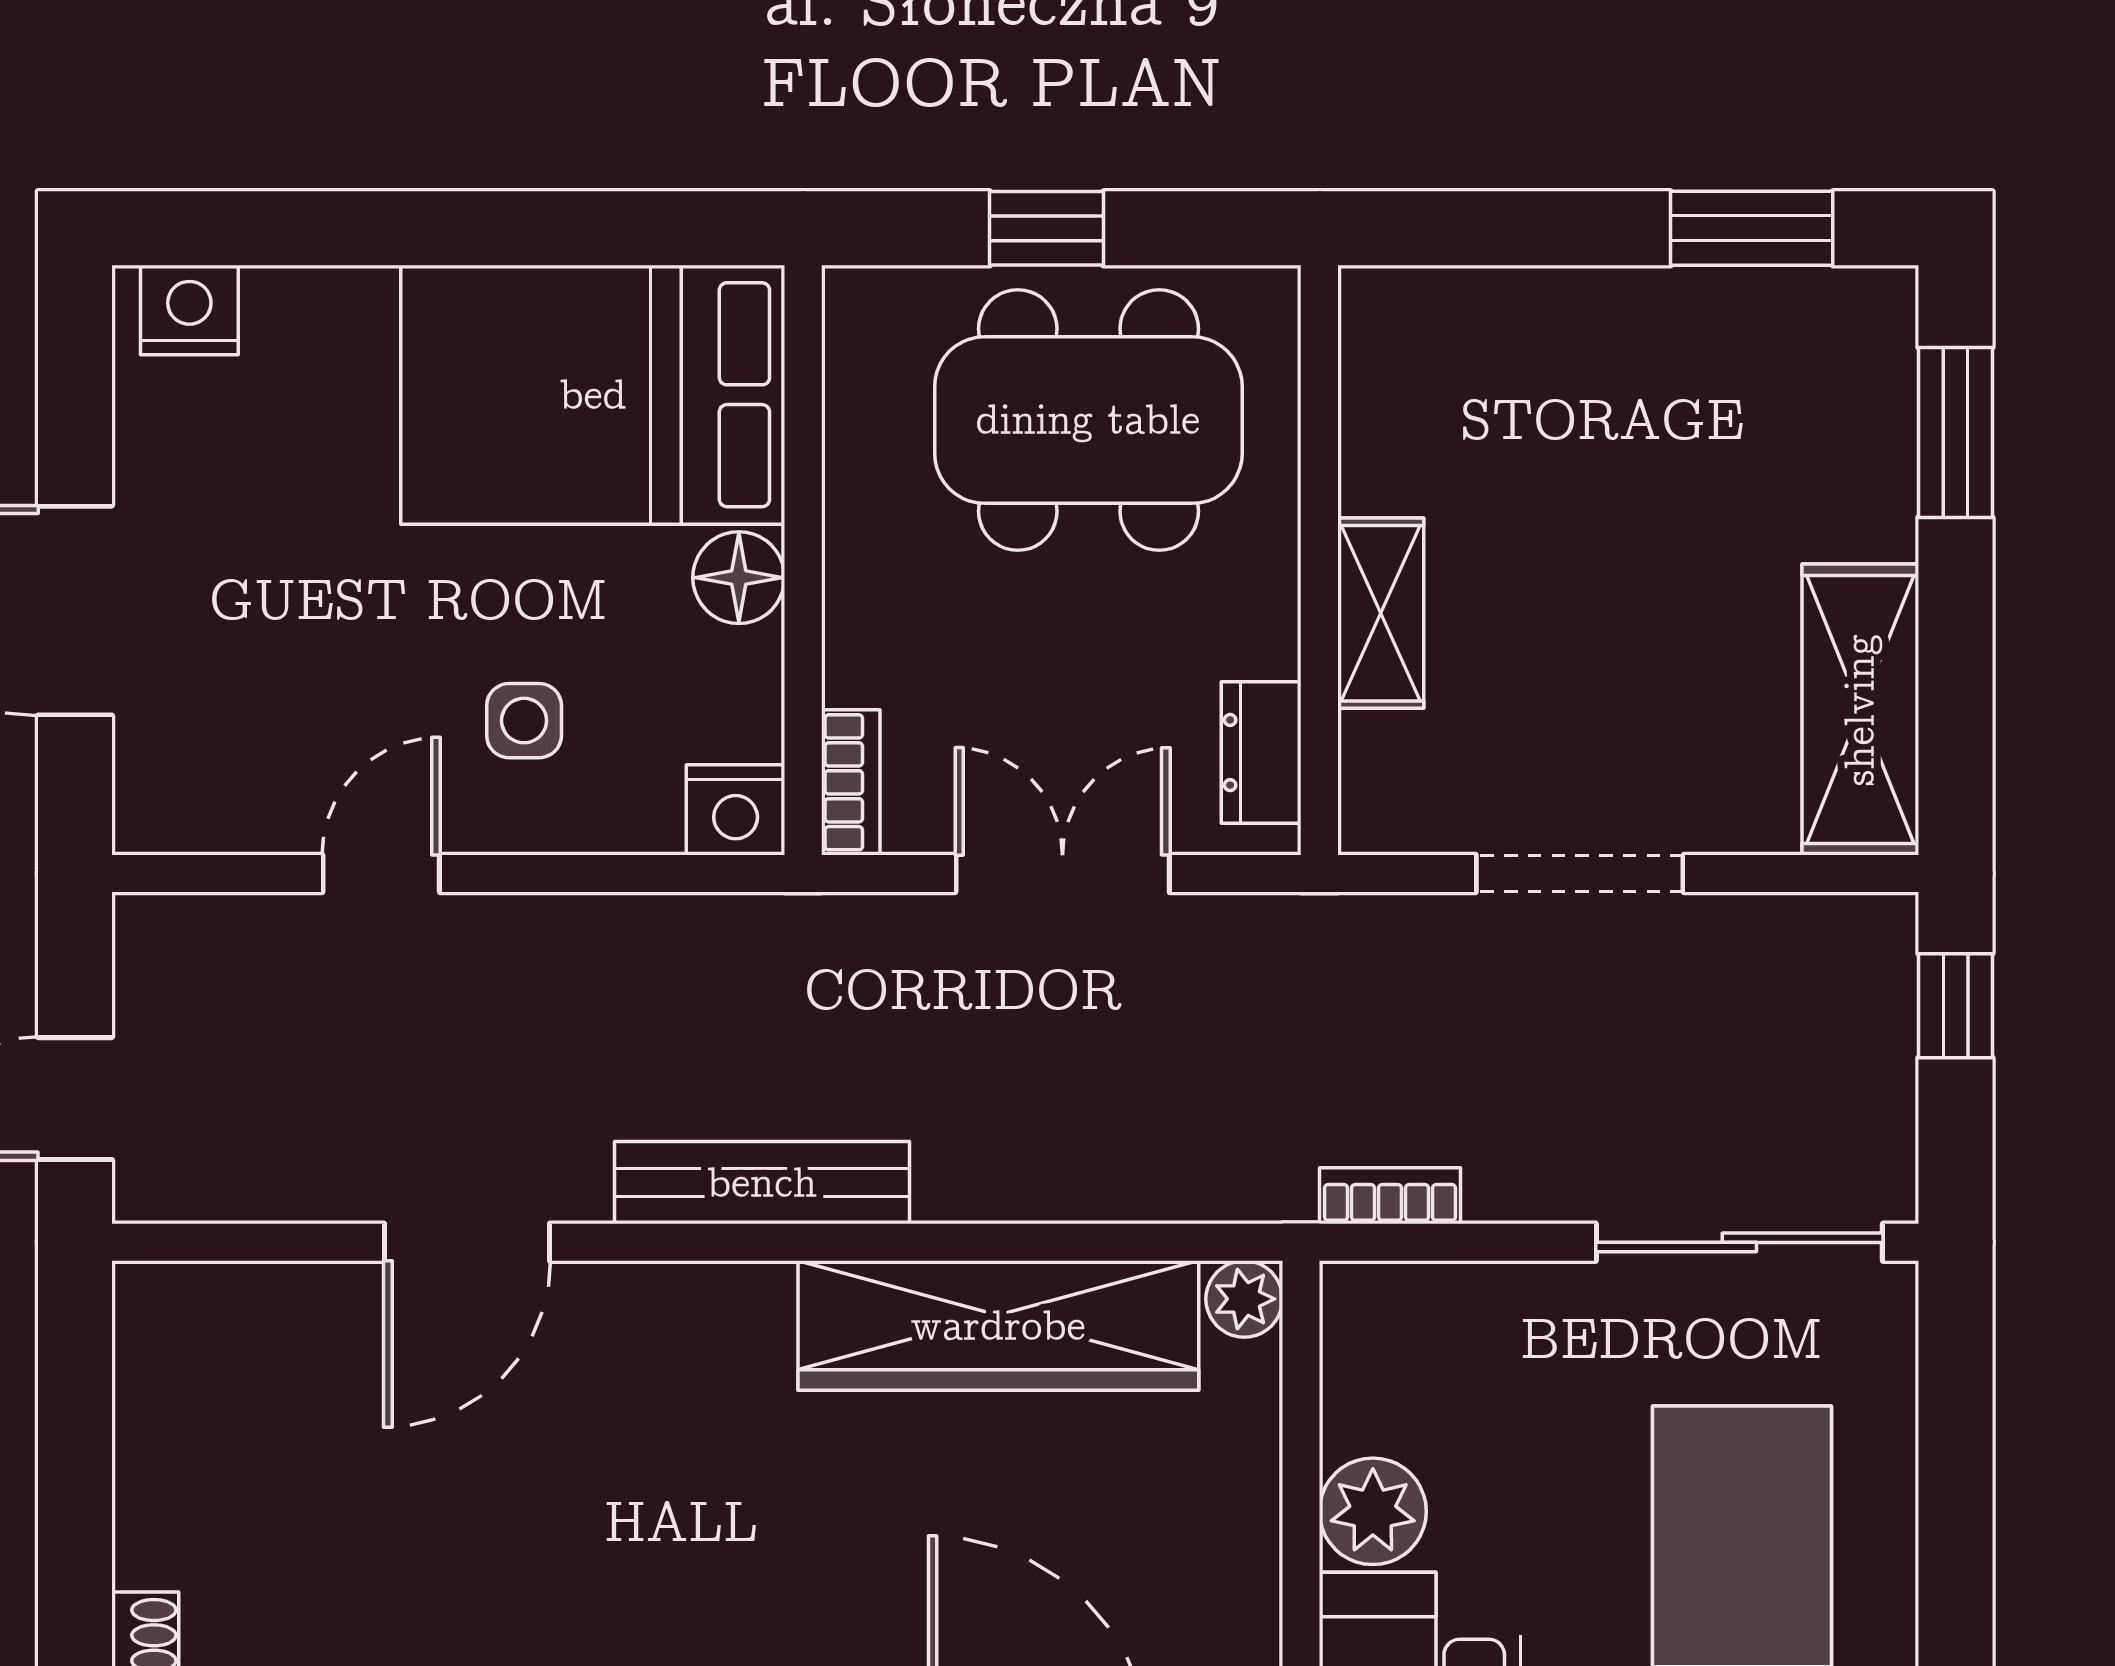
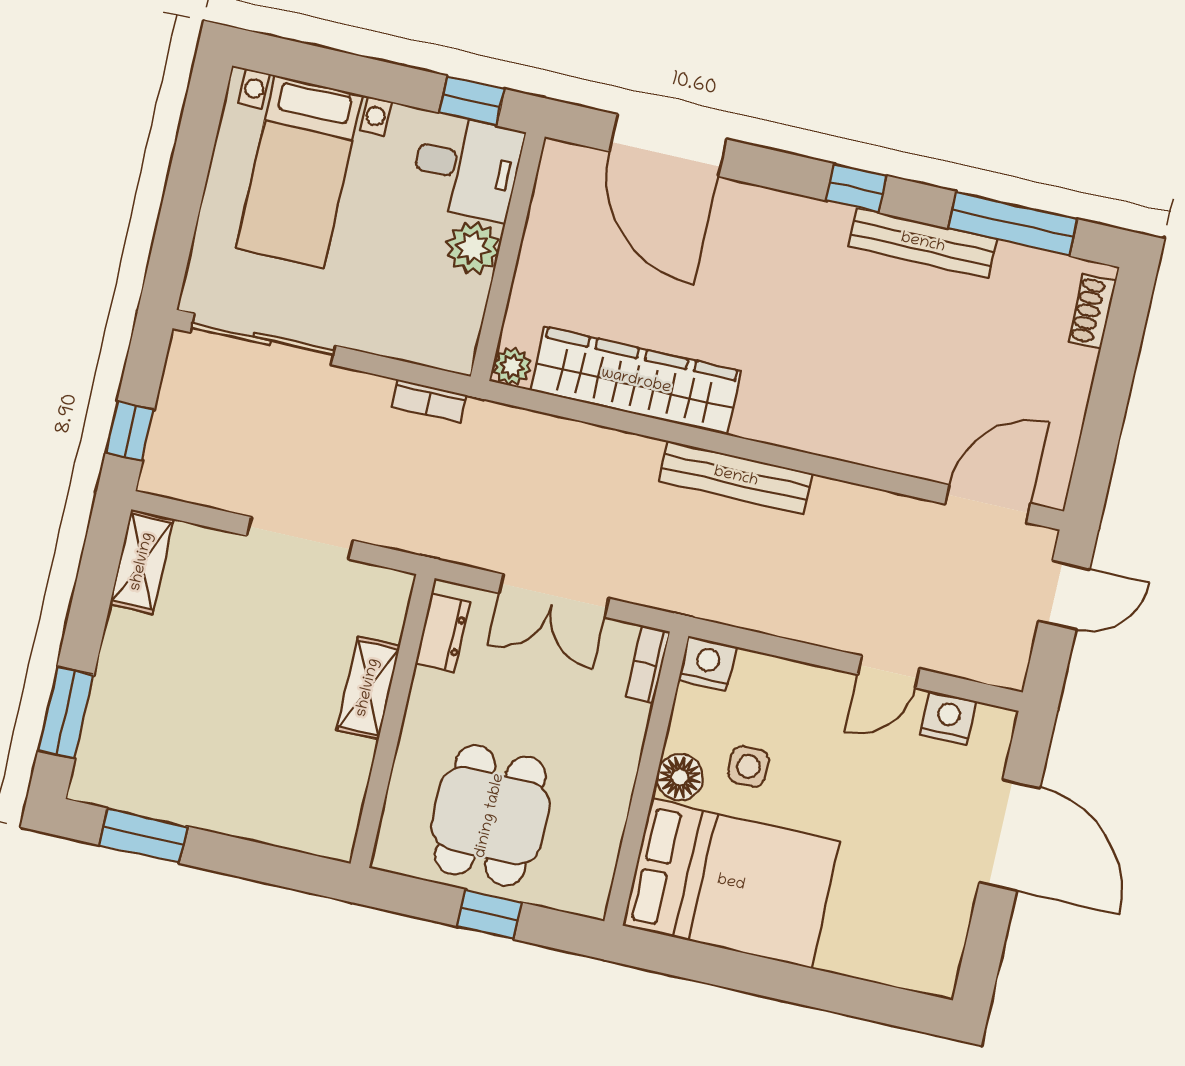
nightstand: (189, 310) -> (948, 718), moved, turned 180
dining table: (1088, 420) -> (490, 816), width x0.73
shelving: (1860, 710) -> (142, 562), width x0.67, depth x0.75
side table: (524, 721) -> (748, 766), moved
door: (467, 1242) -> (988, 504), moved

